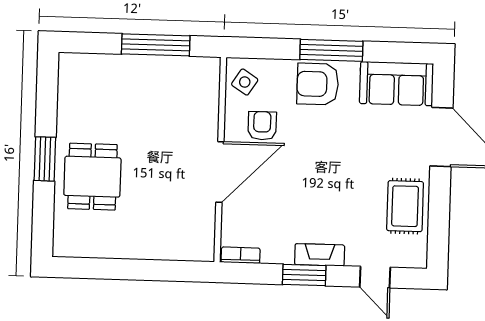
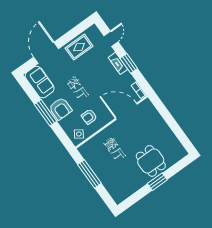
door: (220, 172) -> (126, 111), moved
dining table: (92, 177) -> (151, 161), turned 90

